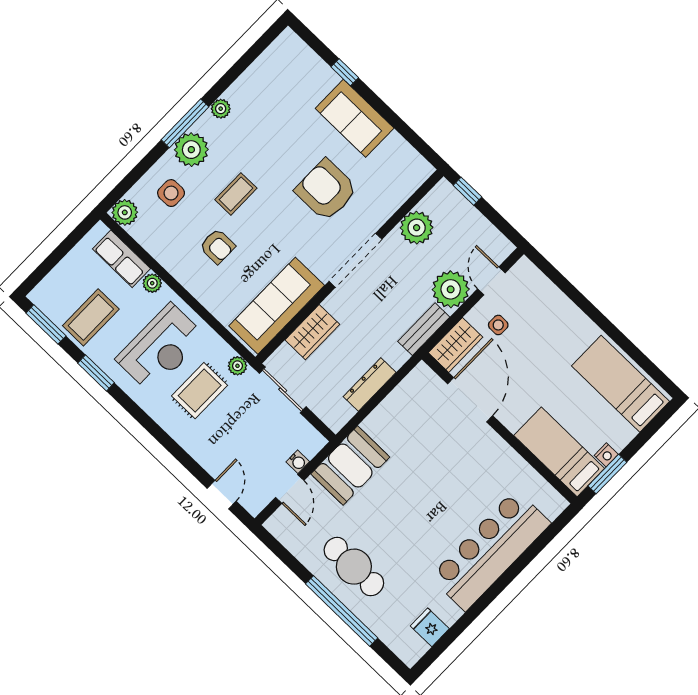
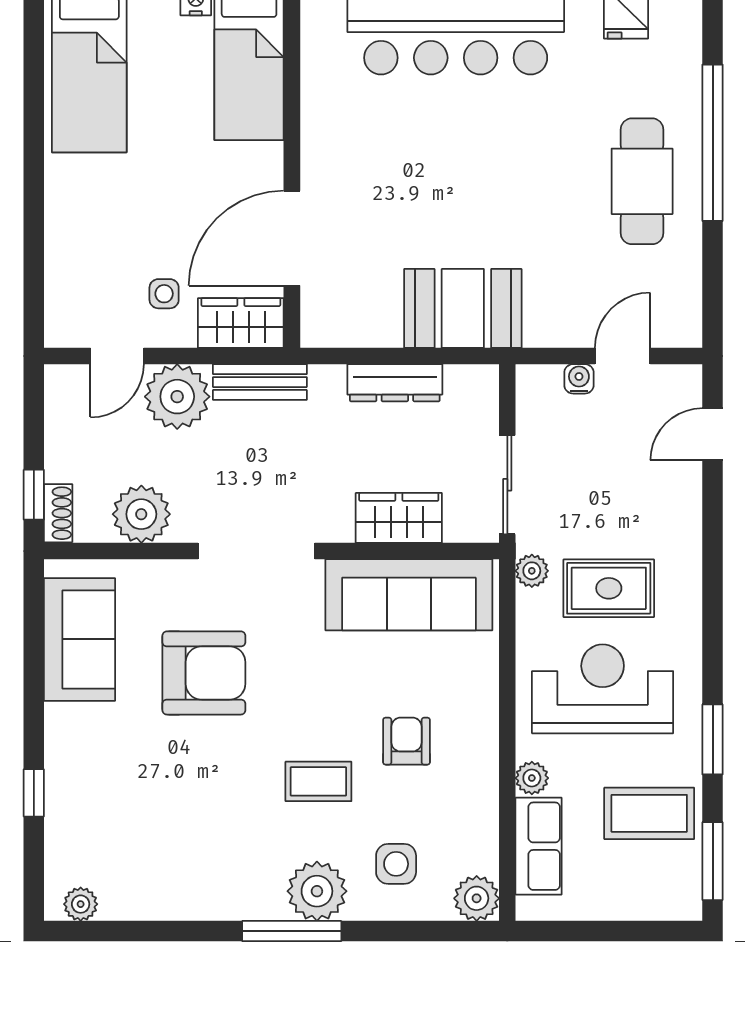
plant: (221, 109) -> (81, 904), moved
sofa: (355, 118) -> (79, 639), moved
armchair: (326, 190) -> (204, 673), turned -90
shoe rack: (450, 194) -> (58, 513), added
booth: (350, 466) -> (463, 308), moved

